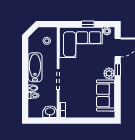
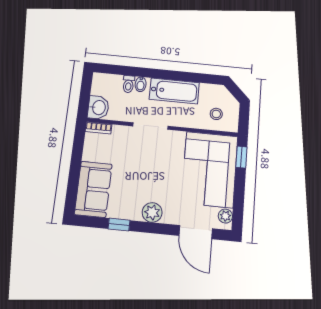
window: (88, 24) -> (241, 157), moved
window: (118, 70) -> (119, 225), moved
sofa: (106, 95) -> (93, 189), moved, turned 90

